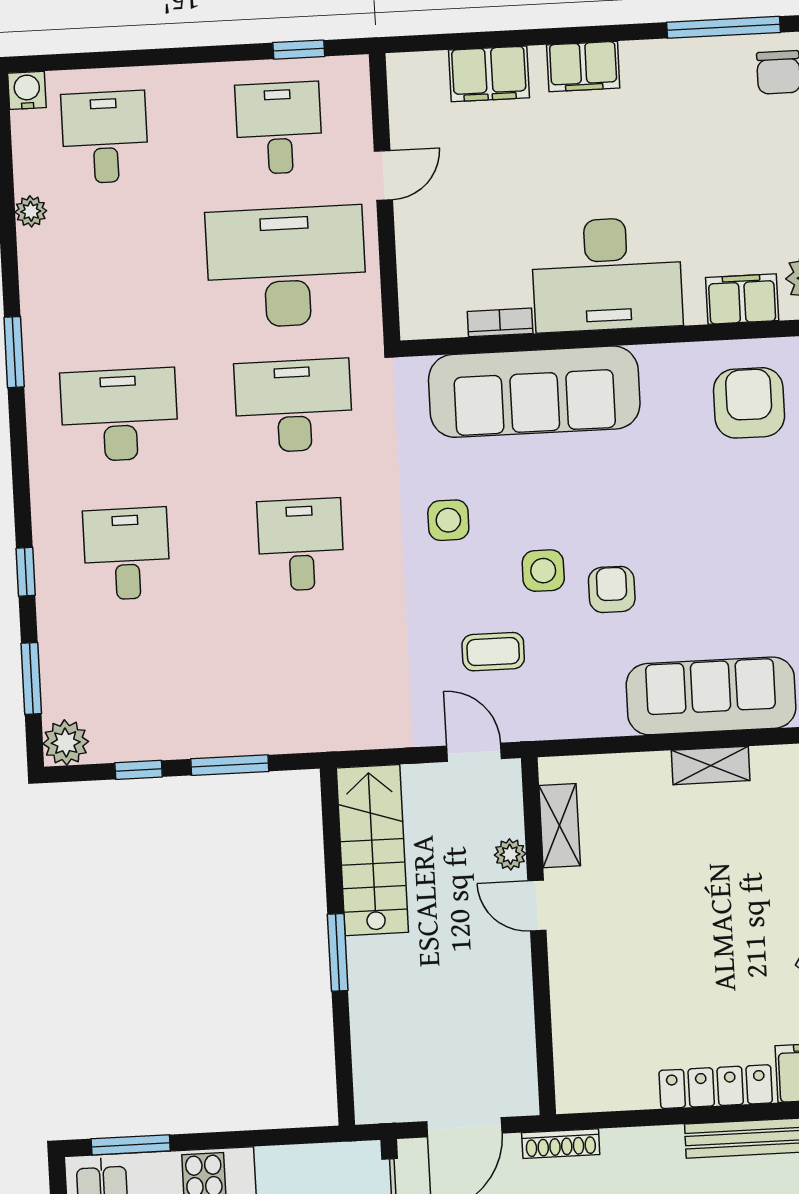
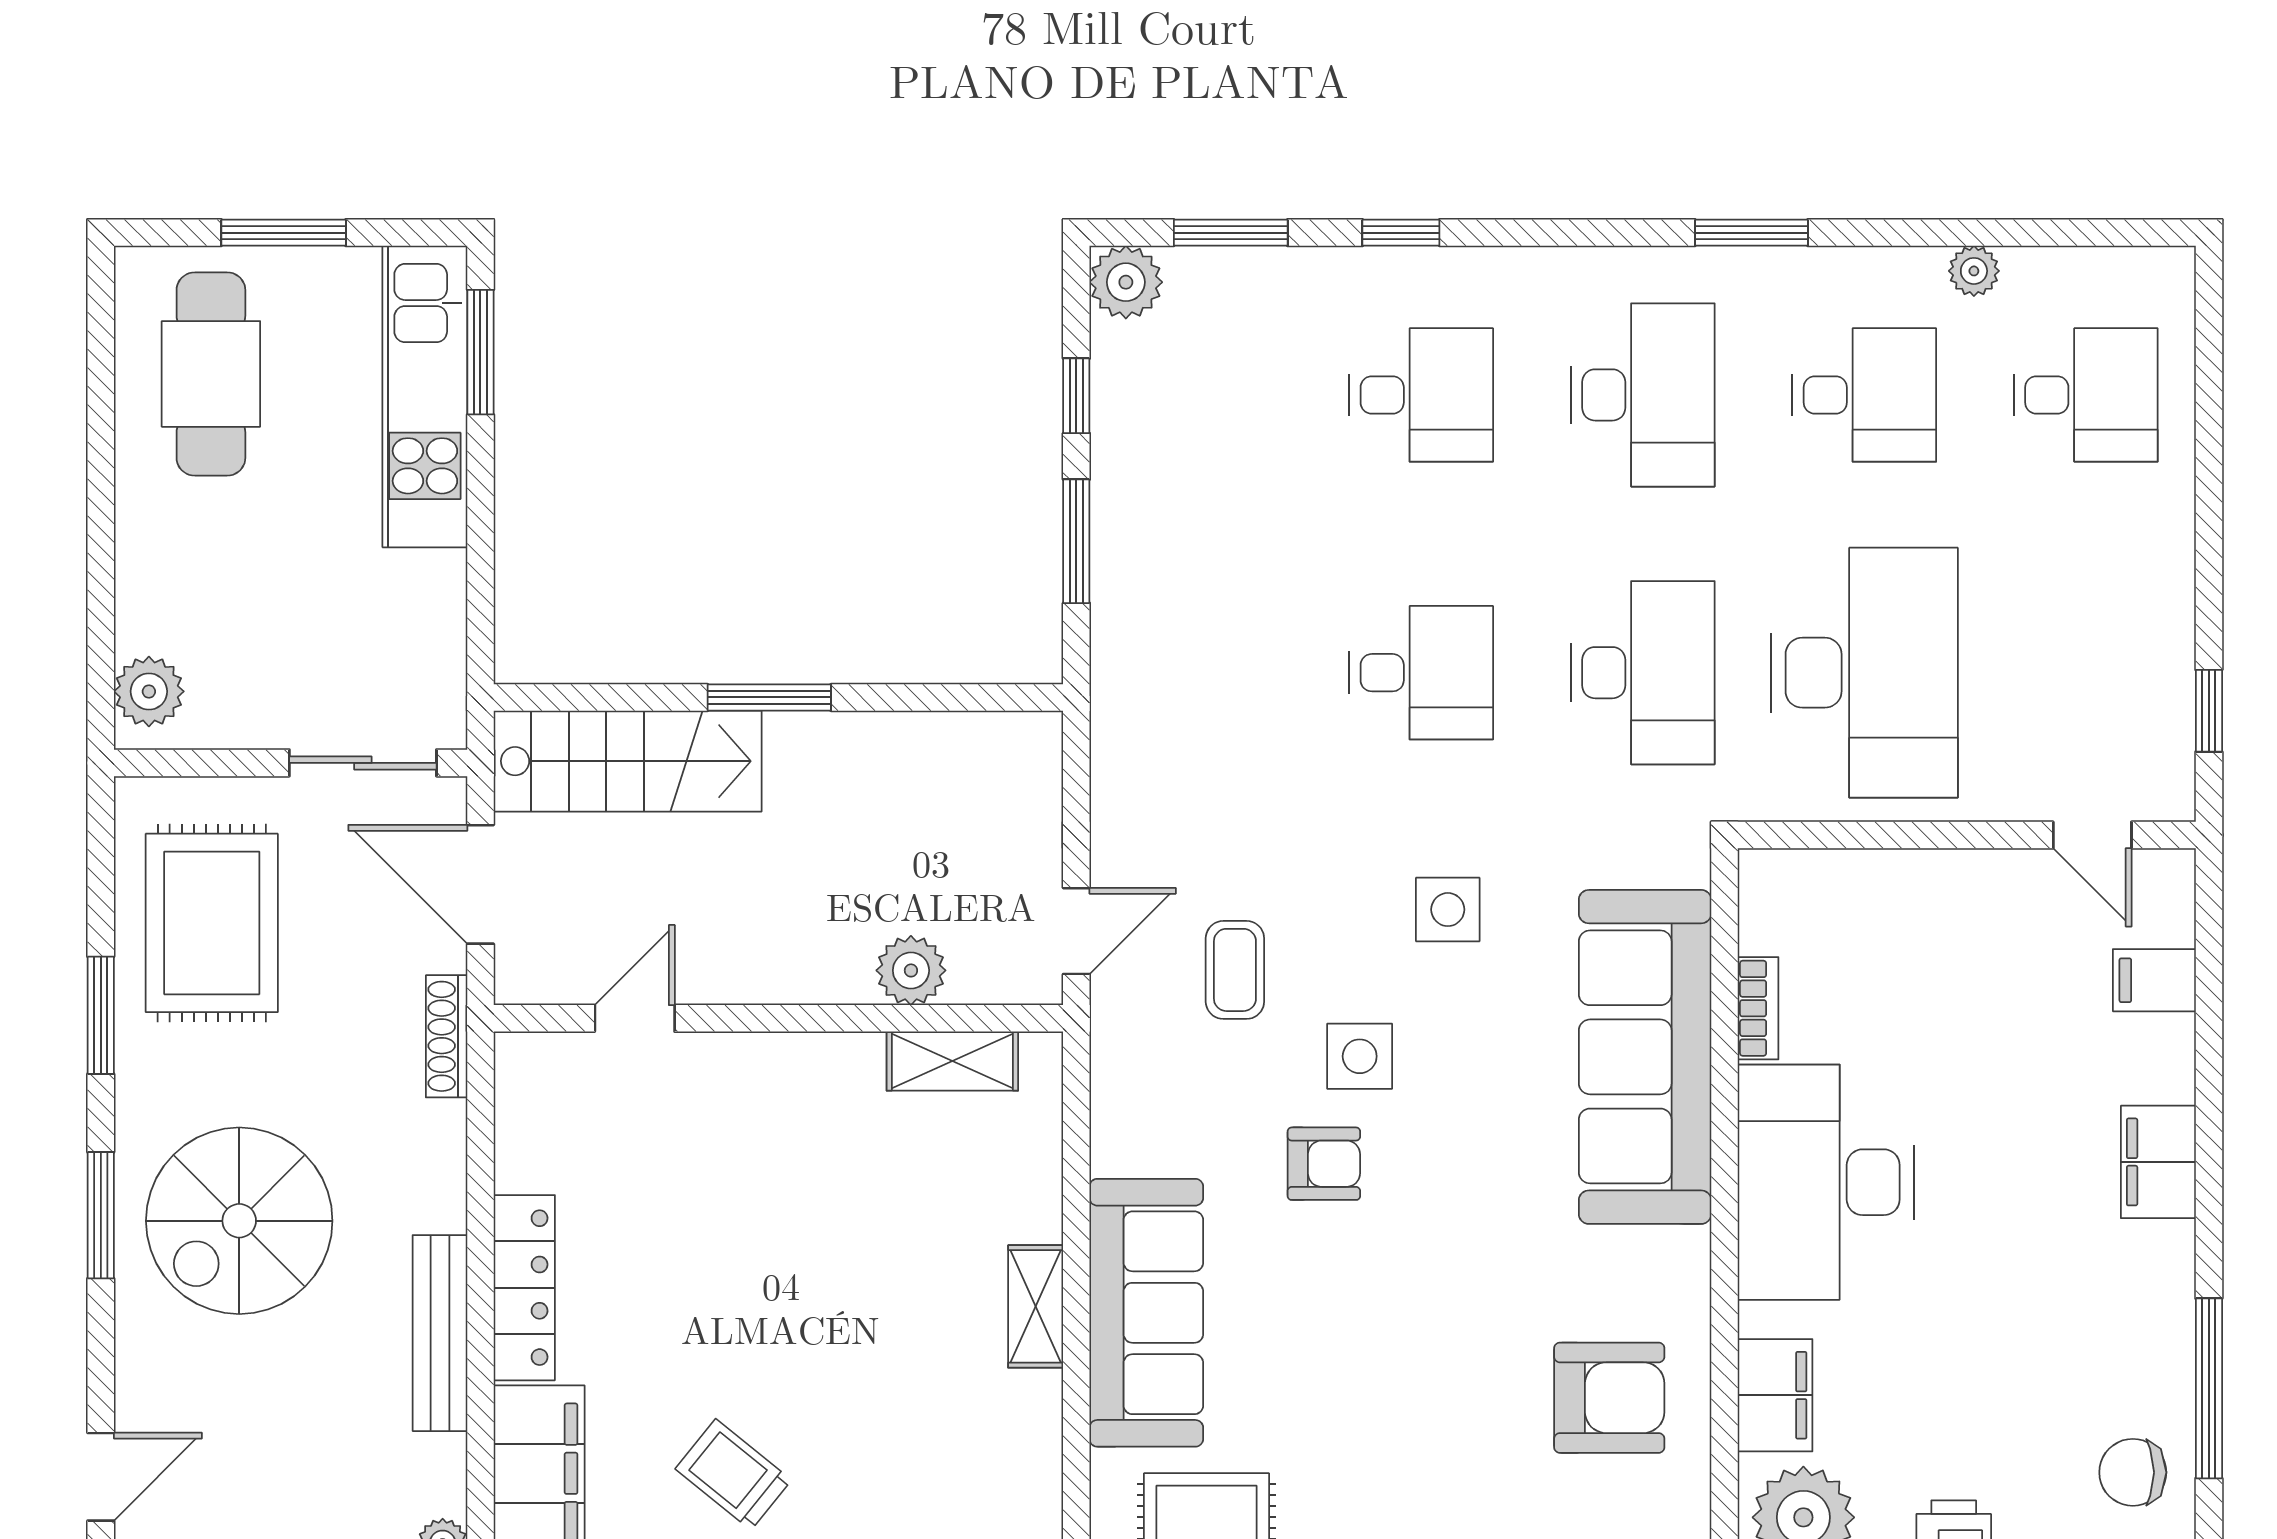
filing cabinet: (489, 74) -> (2154, 980), width x0.50
water cooler: (27, 90) -> (2167, 275), removed
desk: (279, 128) -> (1864, 395), moved
door: (383, 175) -> (2092, 835), moved
stairs: (372, 850) -> (628, 761), moved
plant: (510, 854) -> (911, 970), width x1.38, depth x1.38
door: (537, 906) -> (635, 1018), moved

